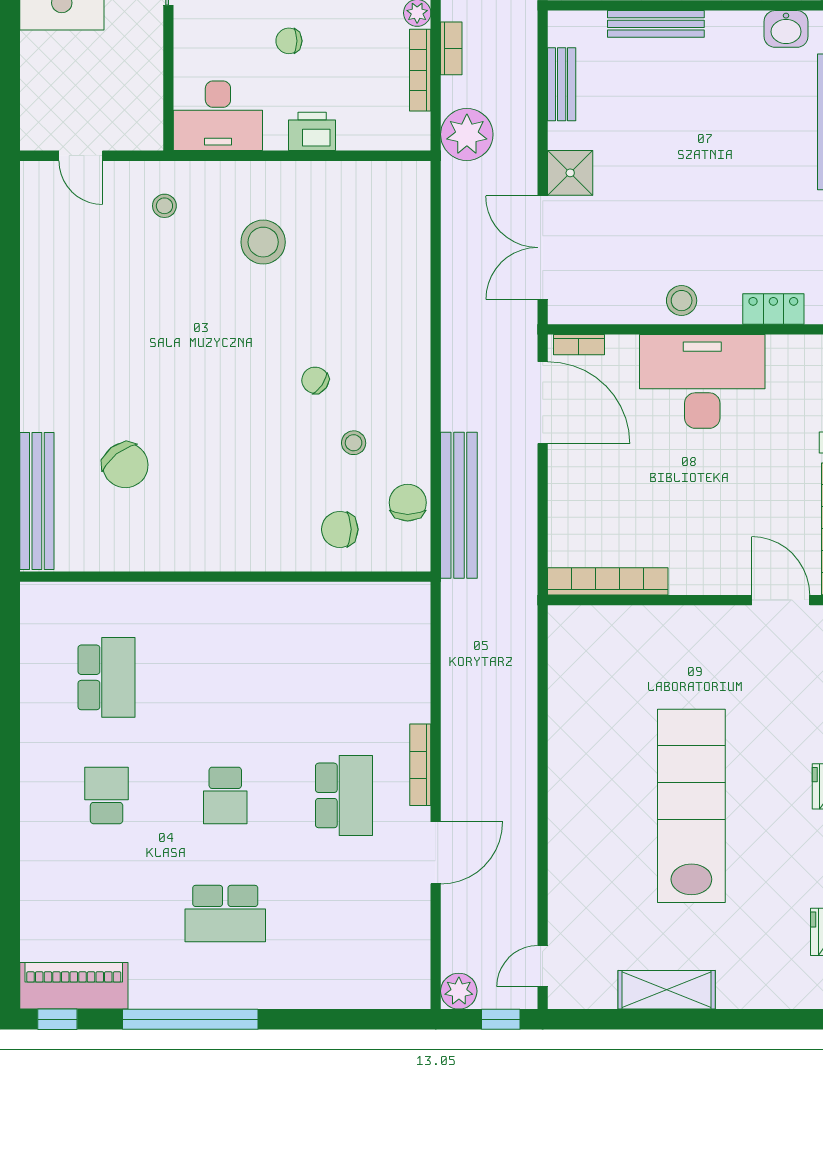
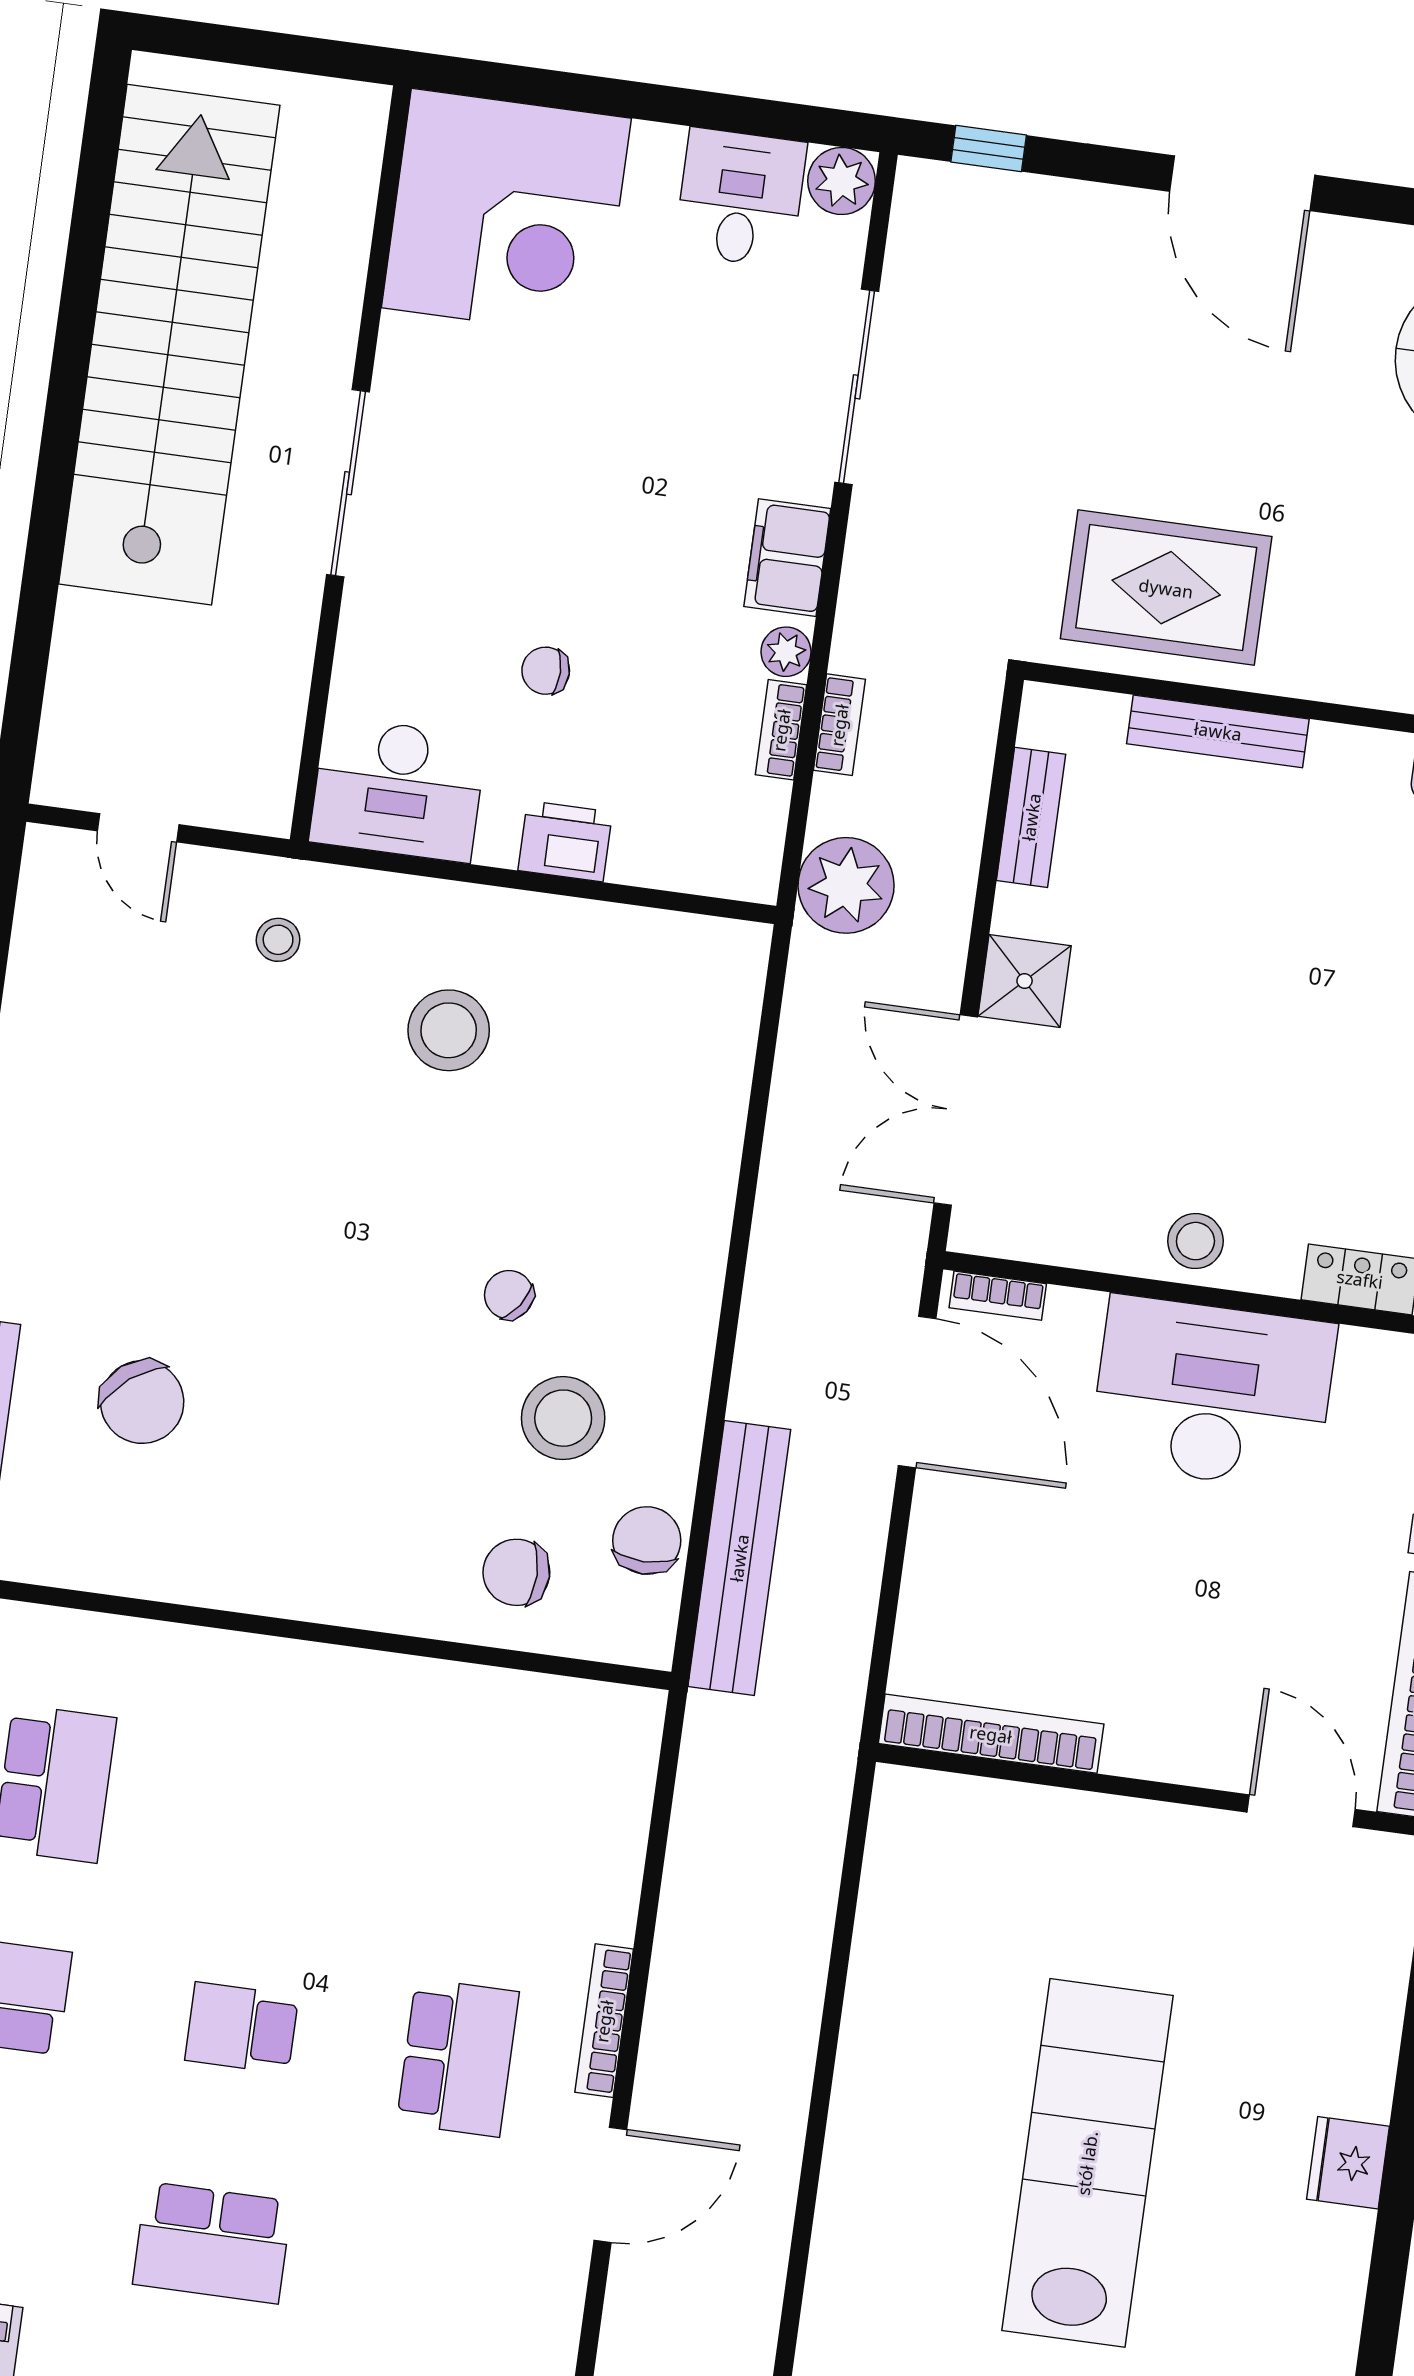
bookcase: (420, 70) -> (781, 730), width x0.64
stool: (354, 443) -> (563, 1418), width x1.89, depth x1.89
school desk: (225, 795) -> (242, 2028), turned 90

